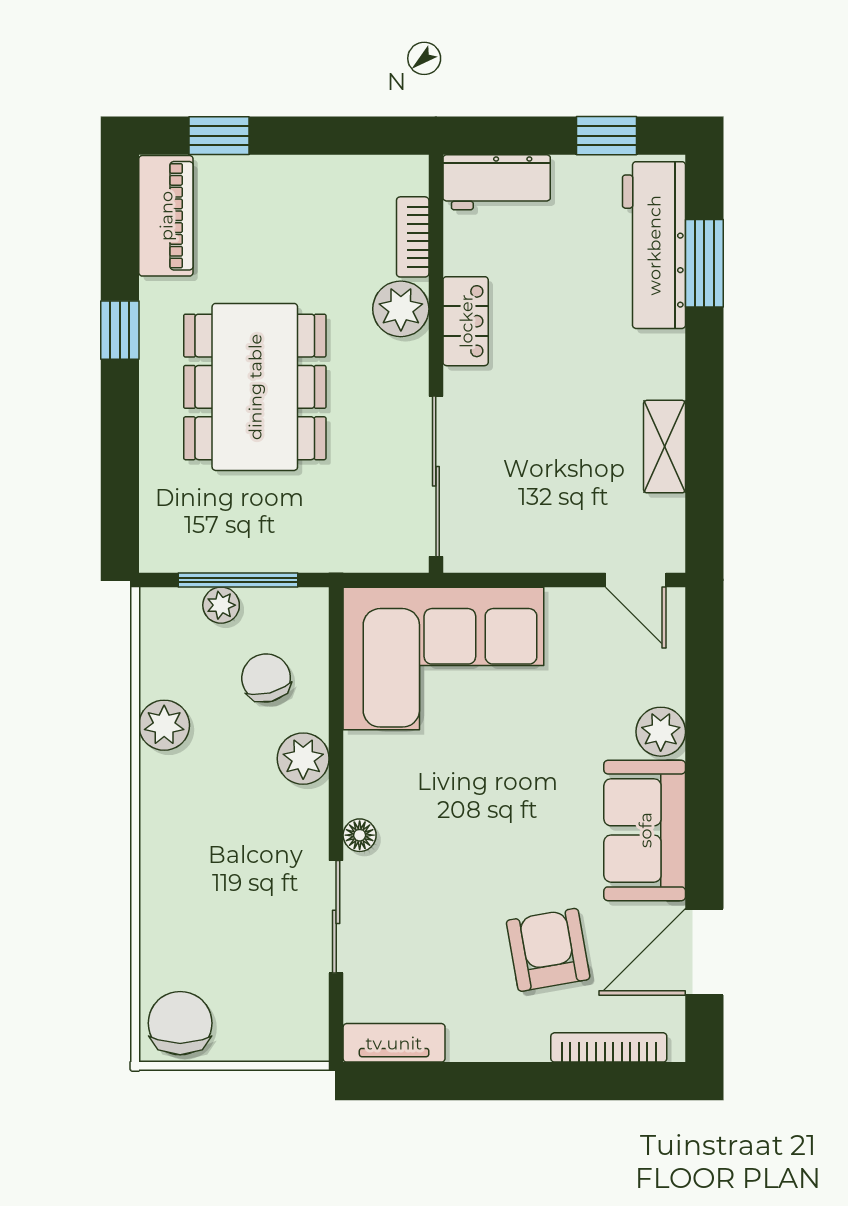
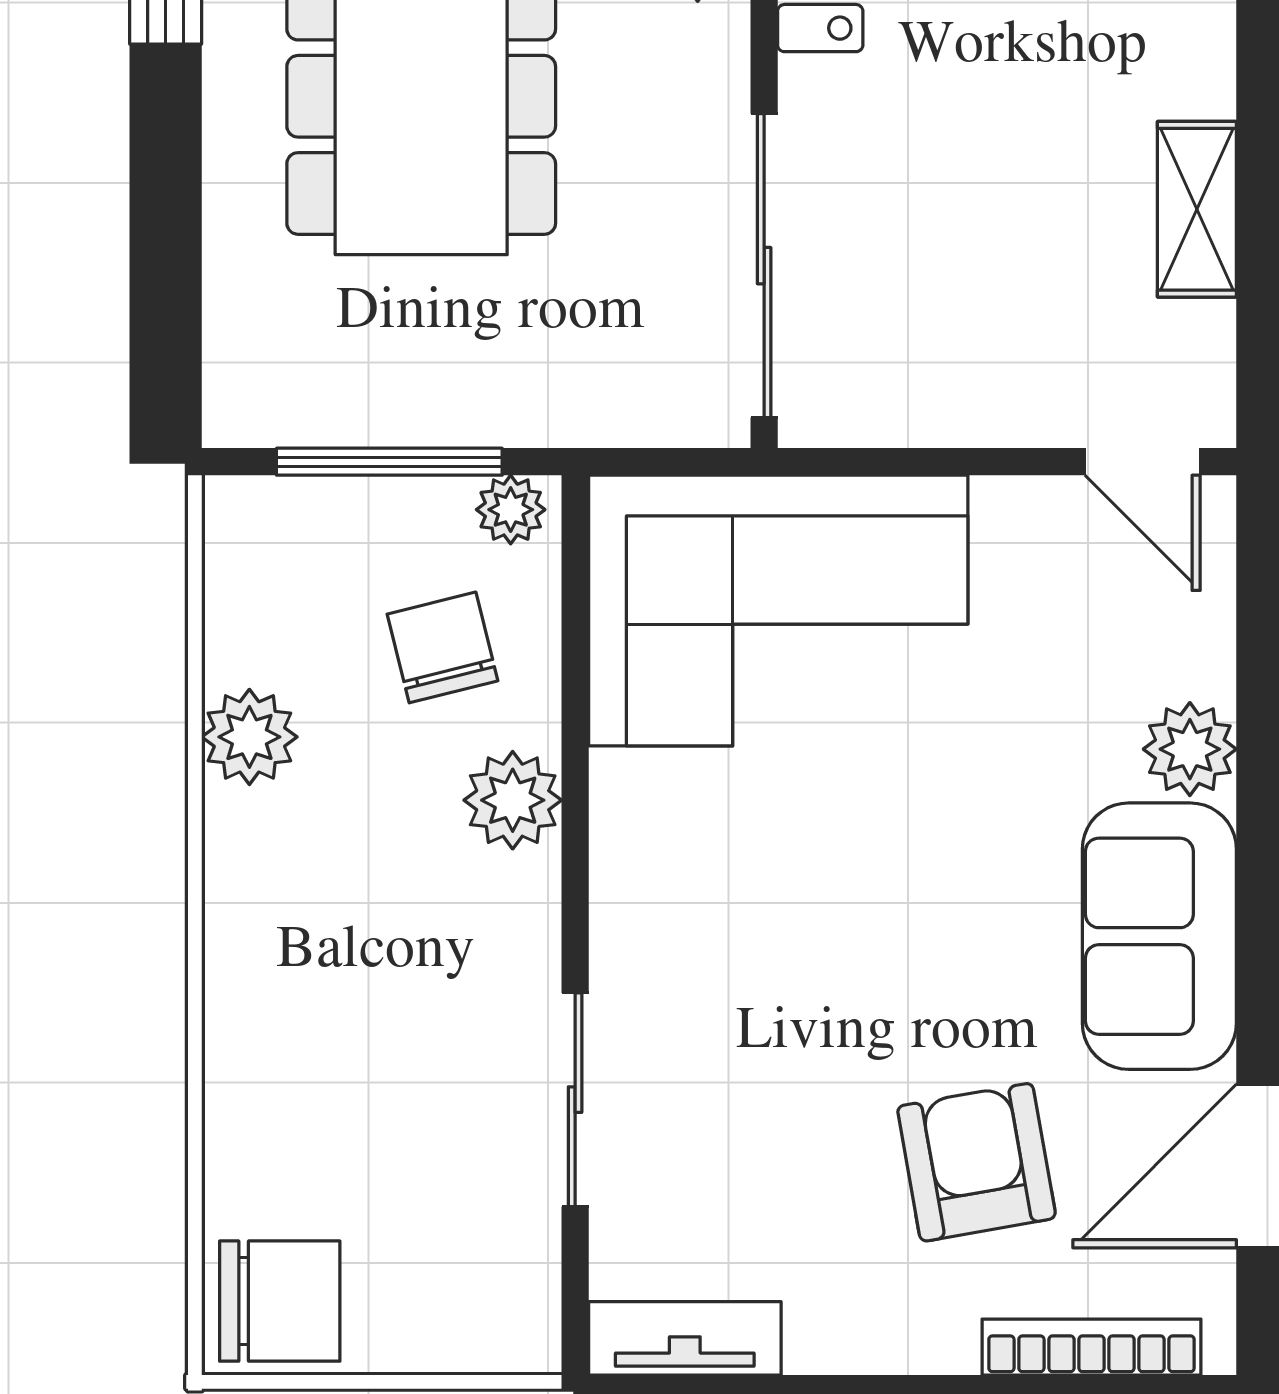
plant: (221, 605) -> (511, 510), moved
floor lamp: (360, 835) -> (620, 945), removed
chair: (180, 1023) -> (280, 1301), turned 90

